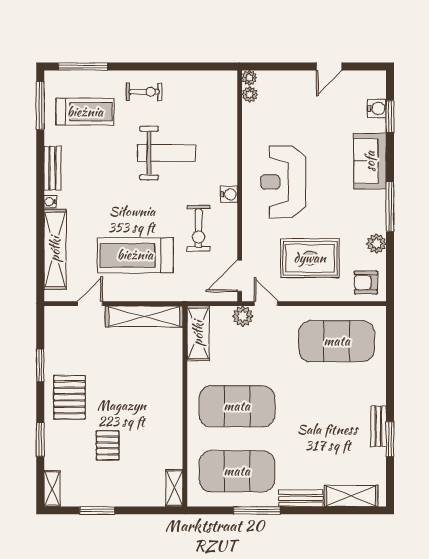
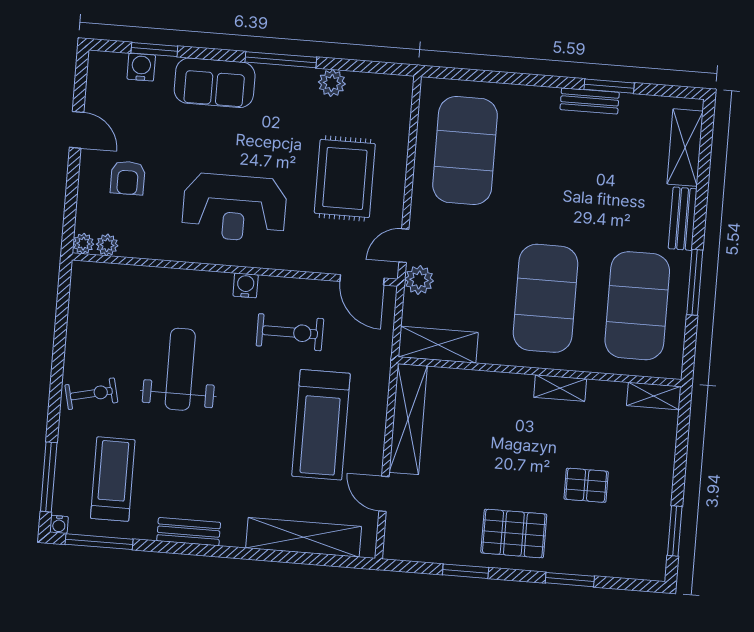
exercise bike: (144, 92) -> (91, 394), turned 77
water cooler: (50, 202) -> (59, 524), moved
armchair: (366, 282) -> (128, 178), moved
shelving: (52, 489) -> (560, 388), moved
window: (97, 510) -> (675, 531), moved

